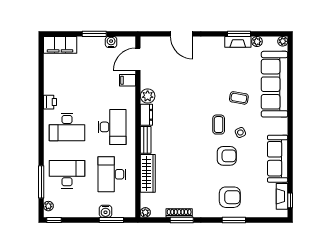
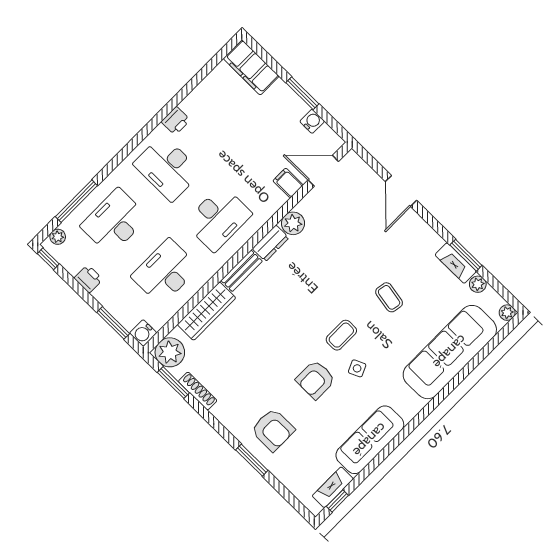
coffee table: (239, 98) -> (389, 297), moved
armchair: (227, 156) -> (316, 380), turned 90
desk: (67, 174) -> (114, 222), turned -90
printer: (81, 211) -> (88, 279), added
water cooler: (106, 211) -> (143, 333), moved
plant: (145, 212) -> (170, 352), width x1.88, depth x1.88
window: (182, 220) -> (173, 383), moved

